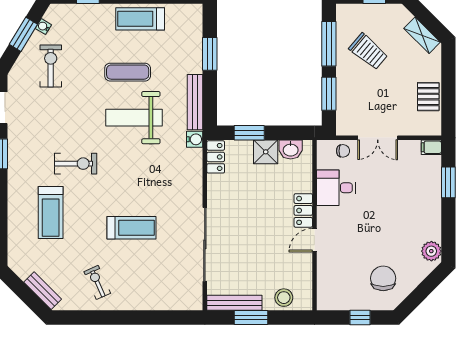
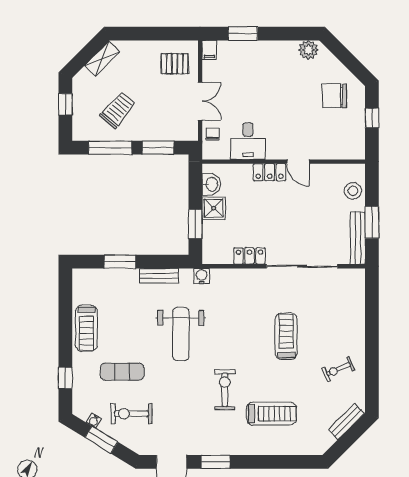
exercise mat: (128, 72) -> (122, 372), moved, turned 90
pallet: (428, 97) -> (175, 64), moved
bench: (195, 102) -> (159, 276), width x0.73
locker: (216, 157) -> (249, 256), moved

